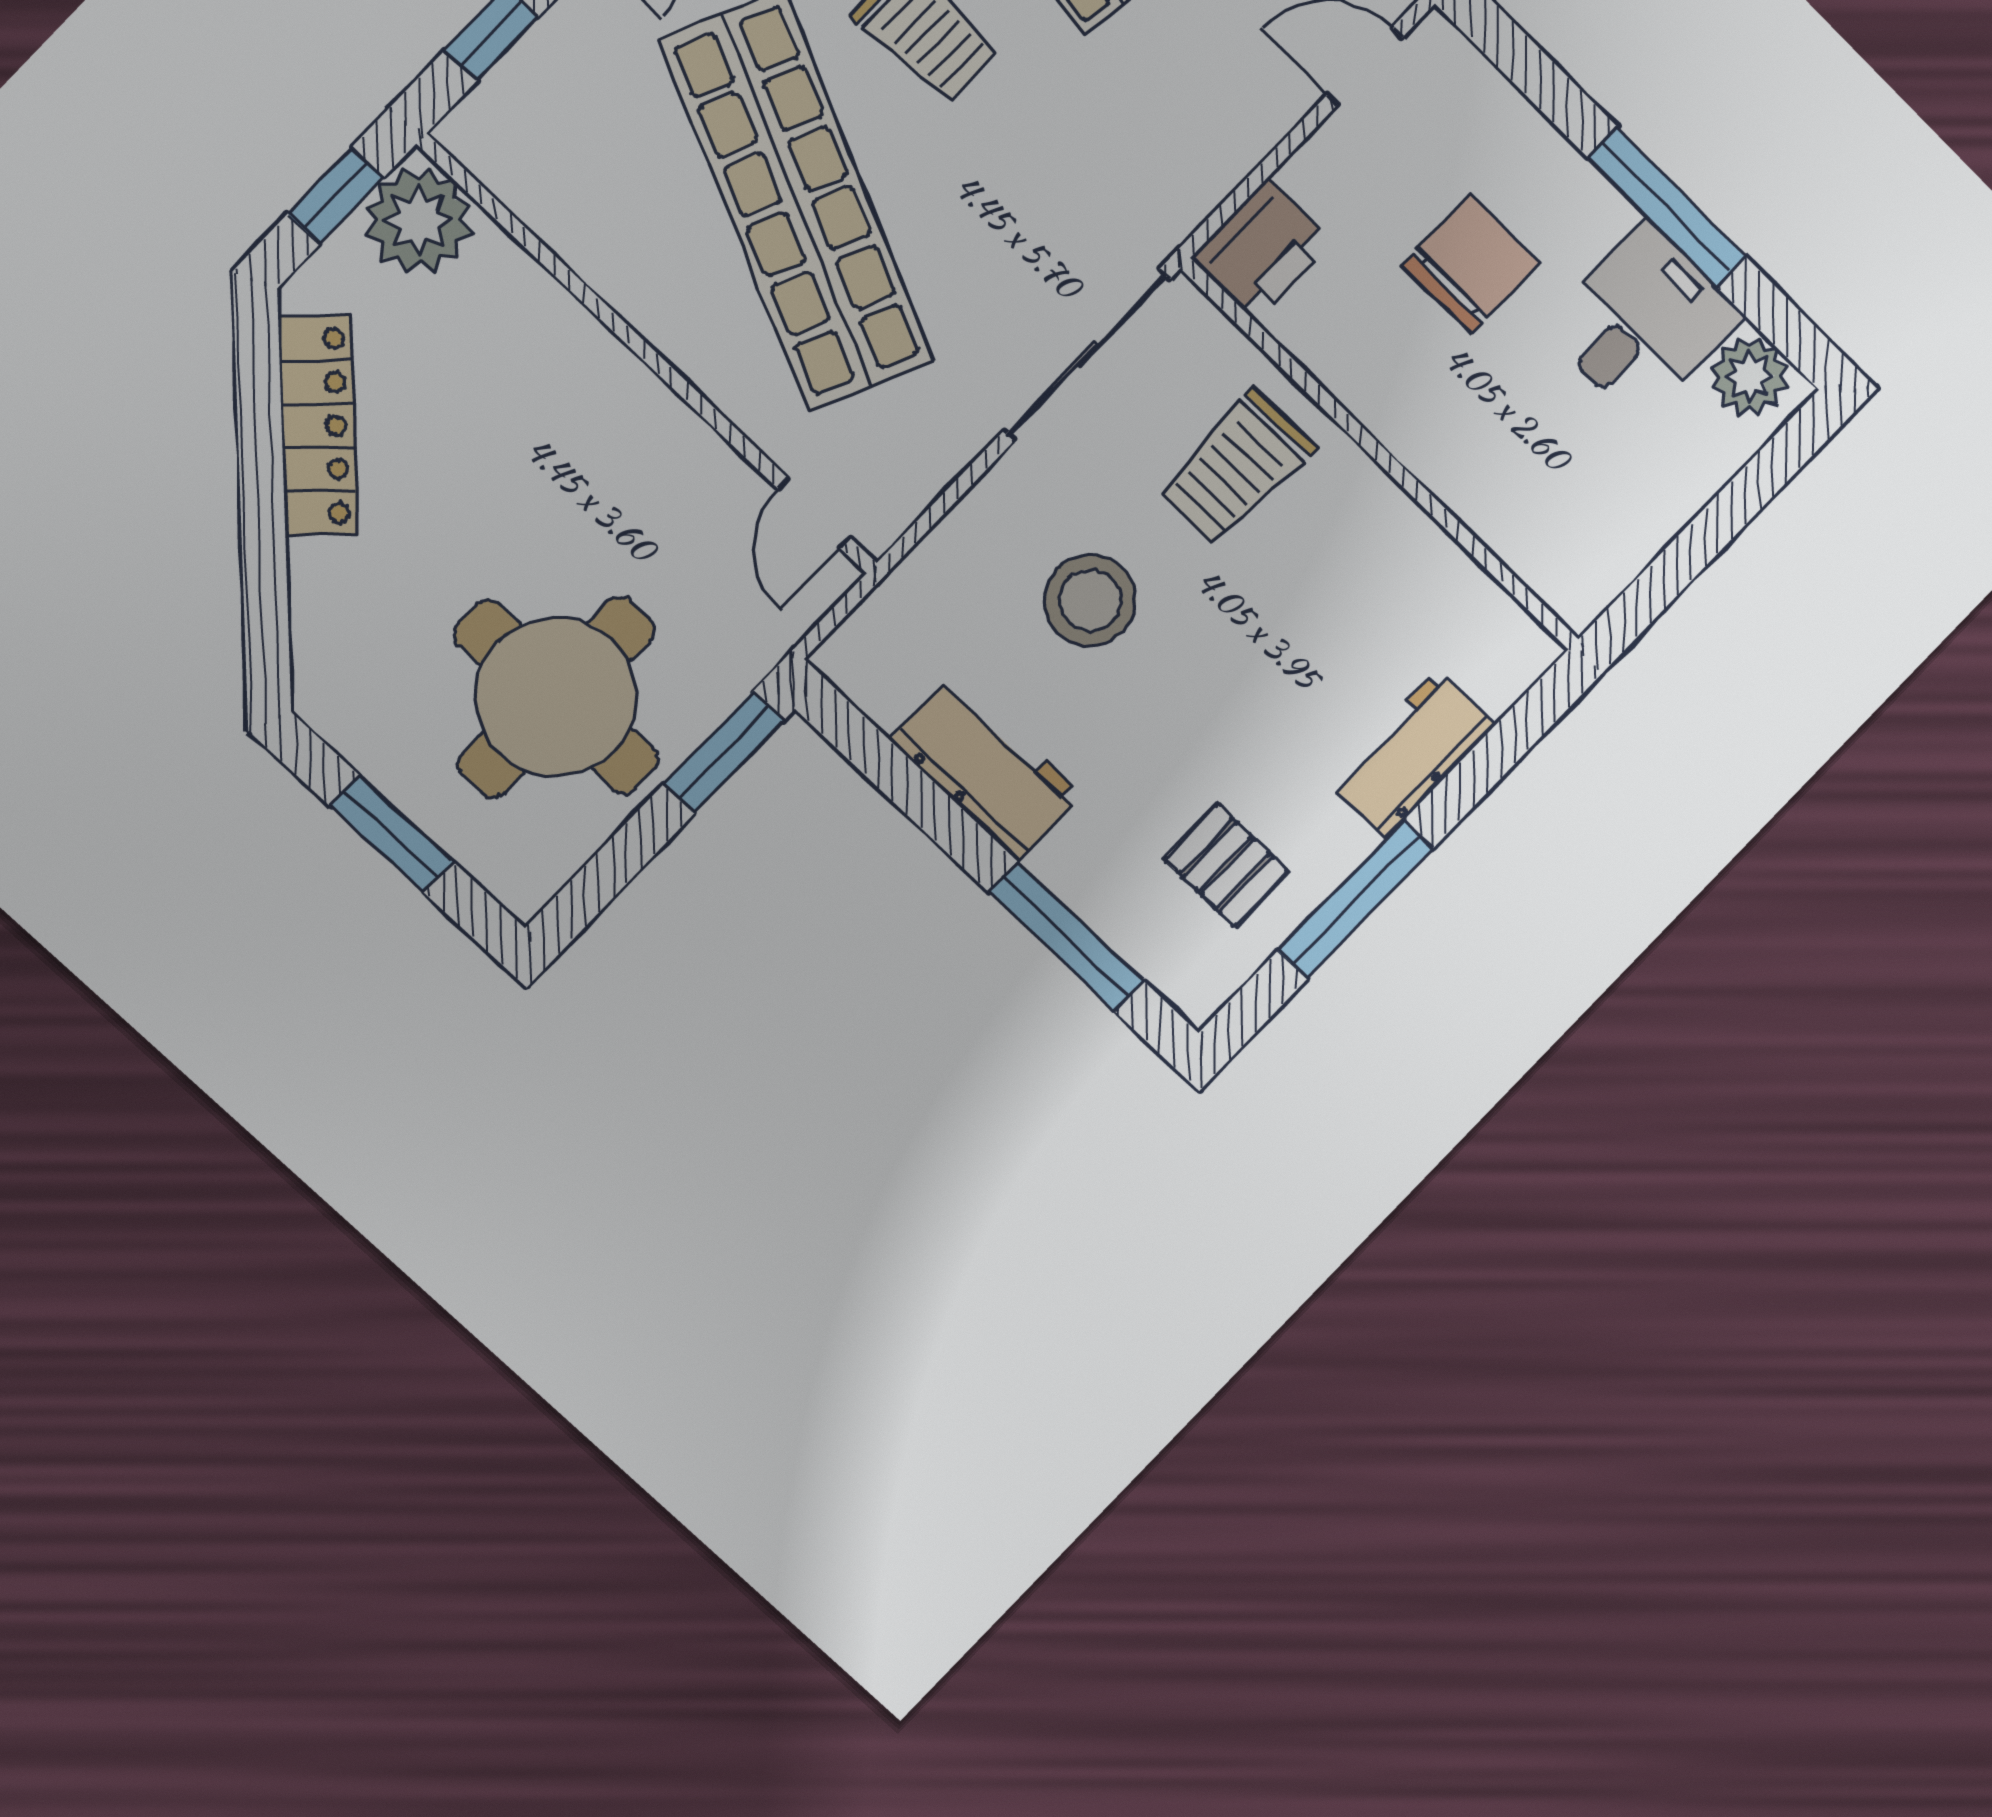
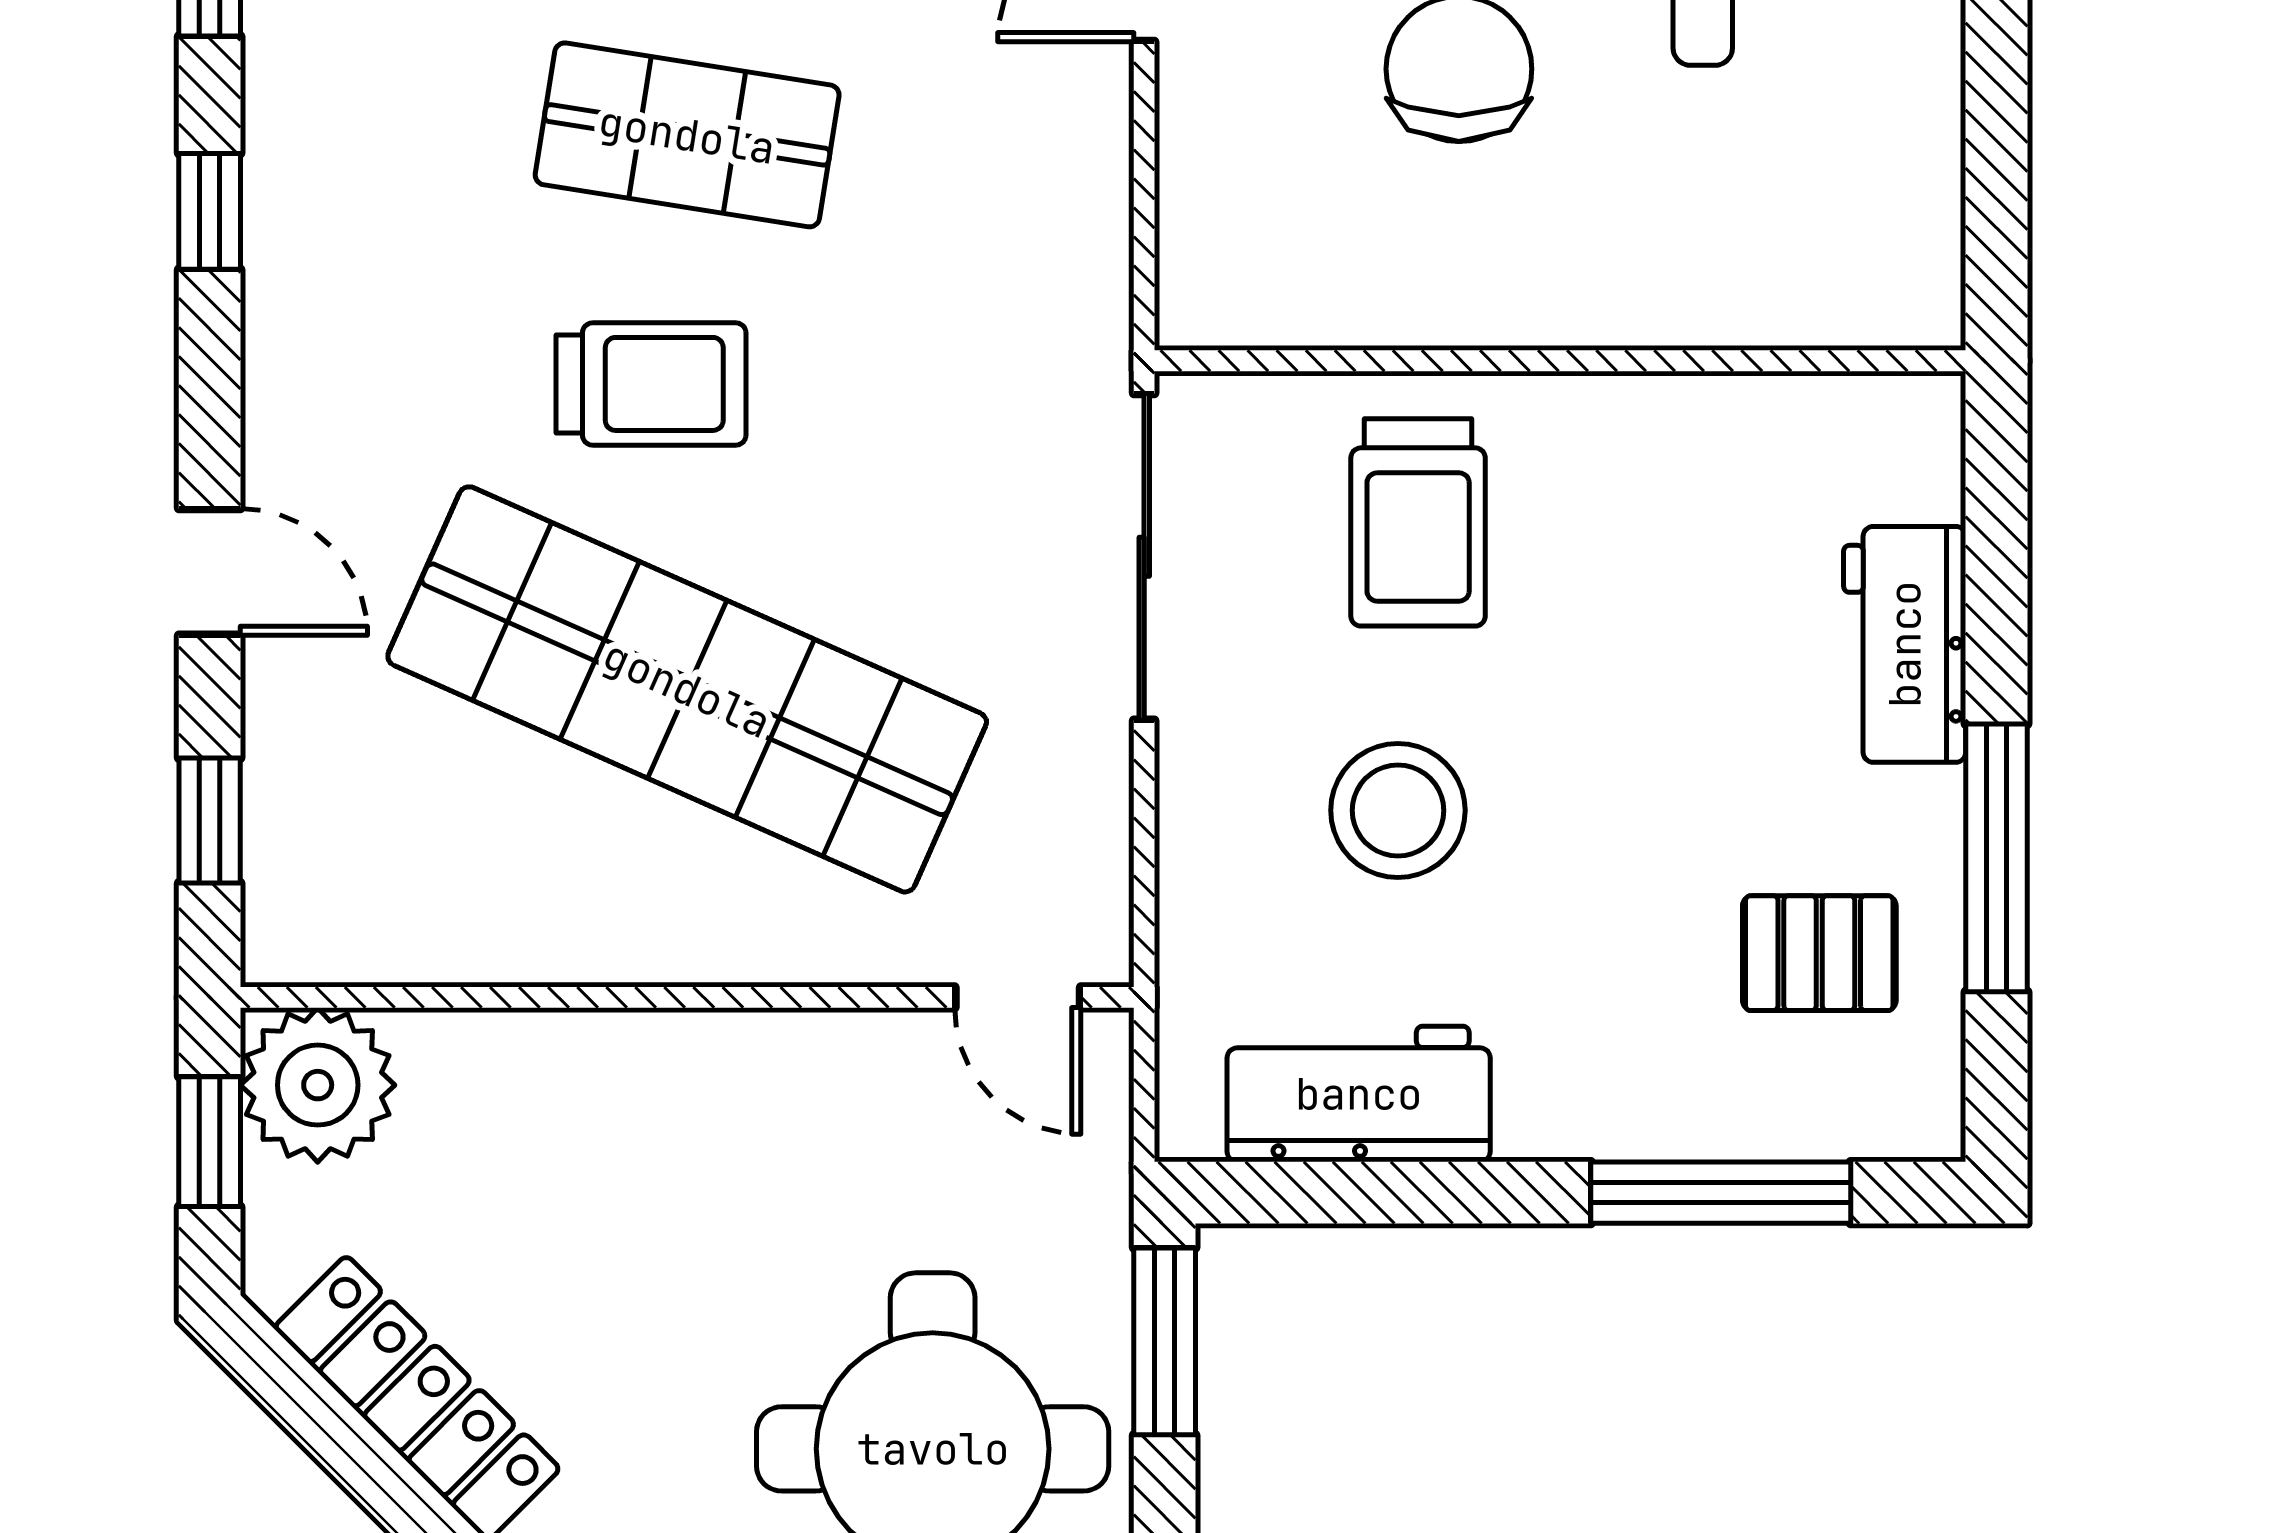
printer: (1262, 250) -> (1222, 269), removed
workbench: (986, 768) -> (1359, 1094), moved

